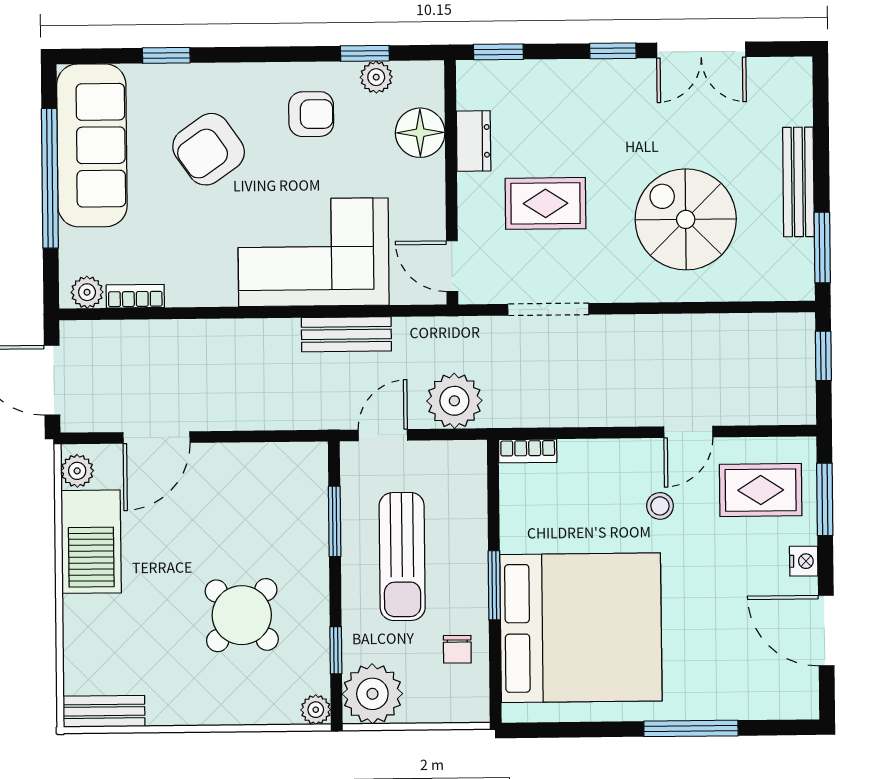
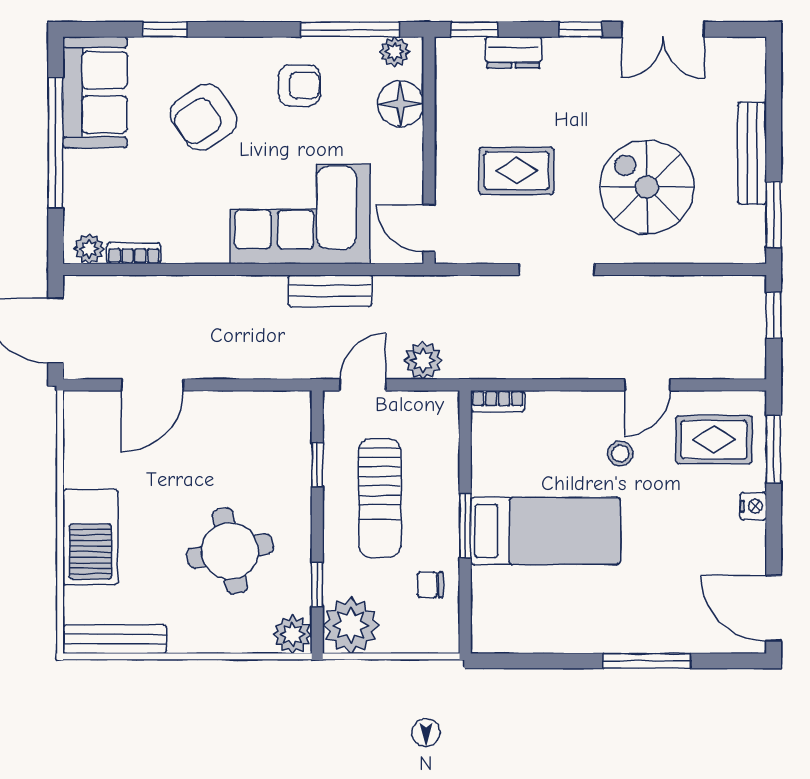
window: (365, 53) -> (350, 29), width x2.17
plant: (376, 77) -> (395, 52), moved
dresser: (474, 141) -> (513, 52), moved, turned 90
sofa: (92, 145) -> (95, 92), width x0.73
doorway: (548, 309) -> (557, 269), moved
plant: (454, 401) -> (423, 360), width x0.73, depth x0.73
plant: (77, 471) -> (78, 415), removed
window: (335, 521) -> (317, 465), width x0.67
barbecue: (91, 542) -> (90, 537), moved
round table: (242, 615) -> (230, 551), turned 35
bed: (581, 628) -> (545, 531), width x0.49
door: (826, 631) -> (774, 608), moved
chair: (457, 649) -> (430, 585), turned 90
plant: (316, 710) -> (293, 634), width x1.38, depth x1.38
bench: (104, 711) -> (115, 639), width x1.36

